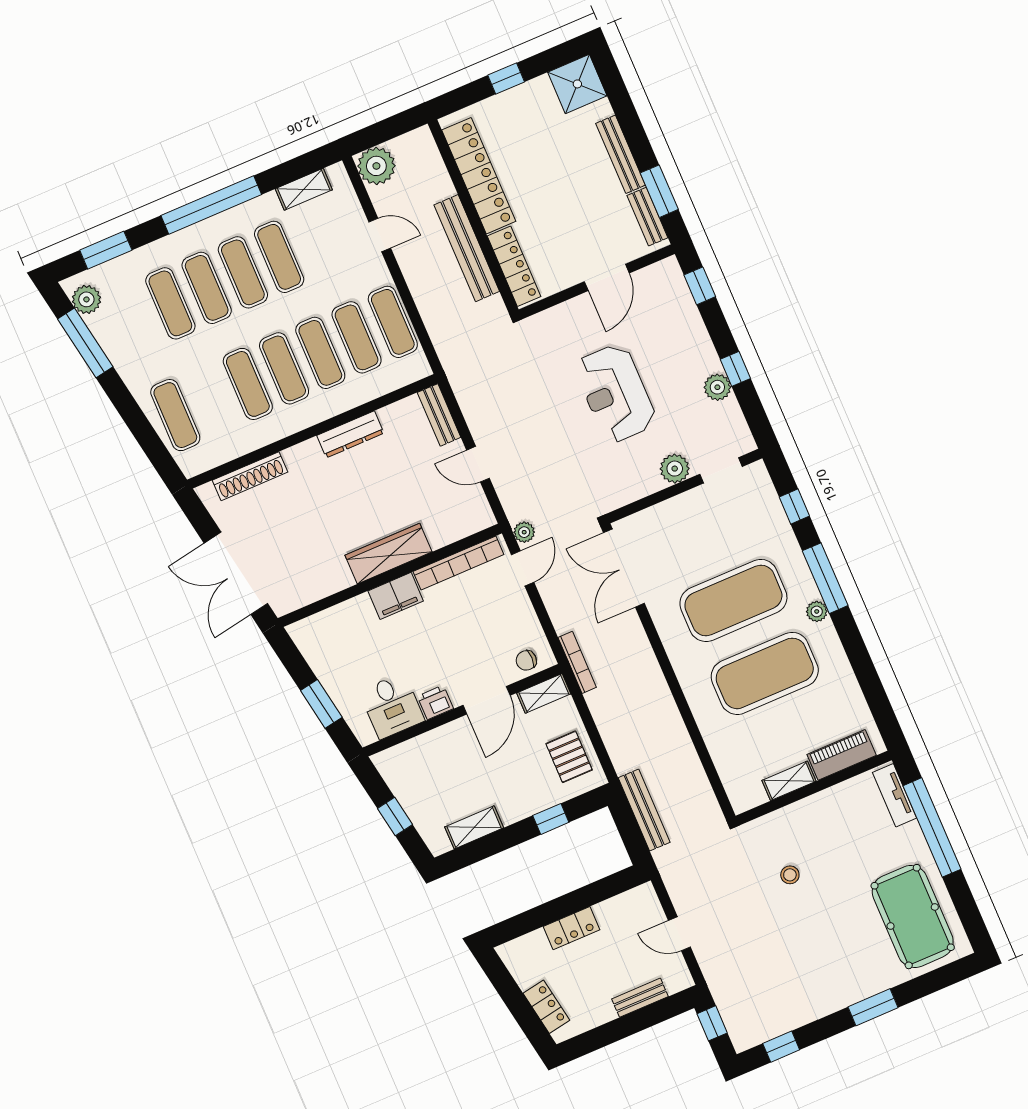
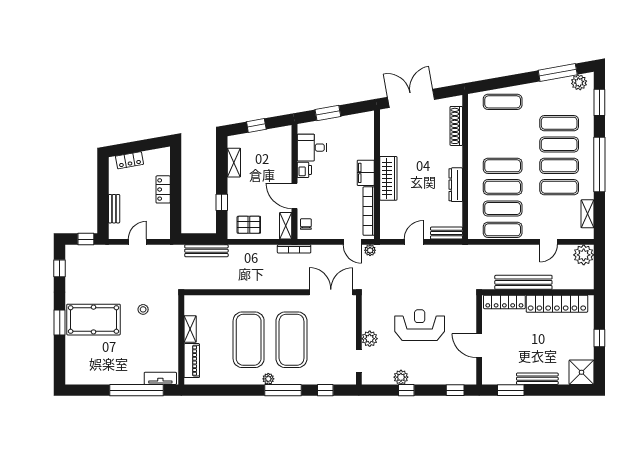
bench: (647, 217) -> (501, 379), removed
exercise mat: (248, 384) -> (503, 145), removed
pool table: (913, 917) -> (94, 320), moved

